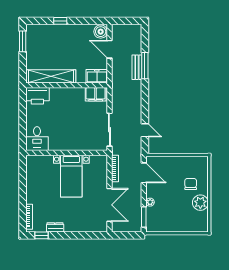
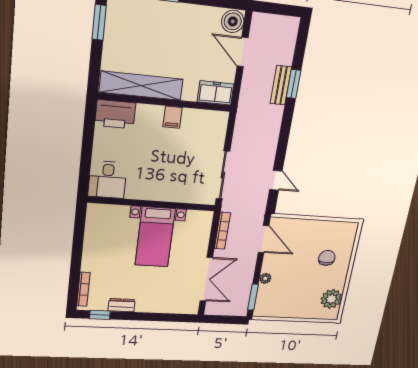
window: (145, 66) -> (294, 84), width x0.69
filing cabinet: (96, 94) -> (173, 117), moved, width x0.50
plant: (200, 203) -> (331, 299), moved

